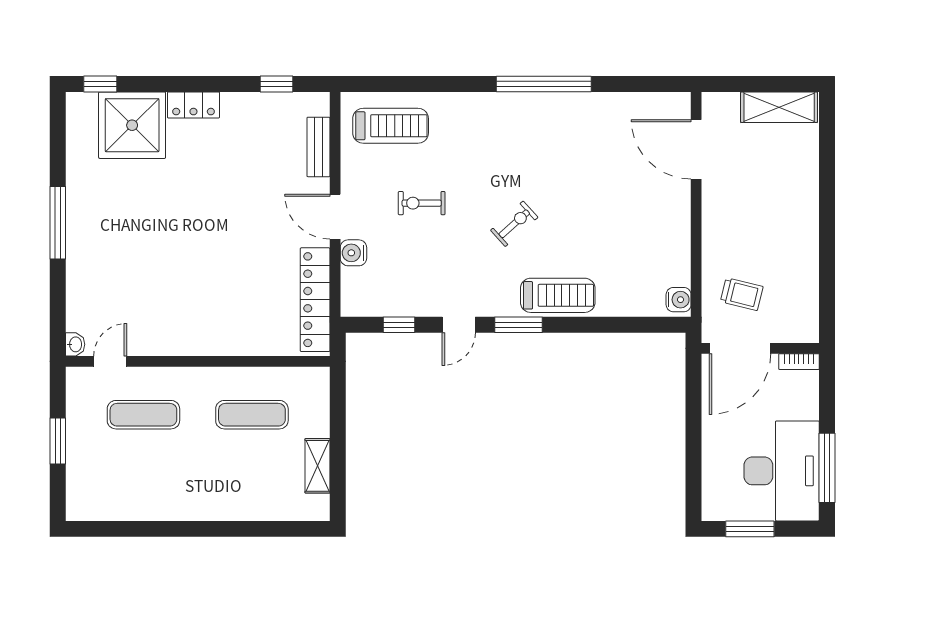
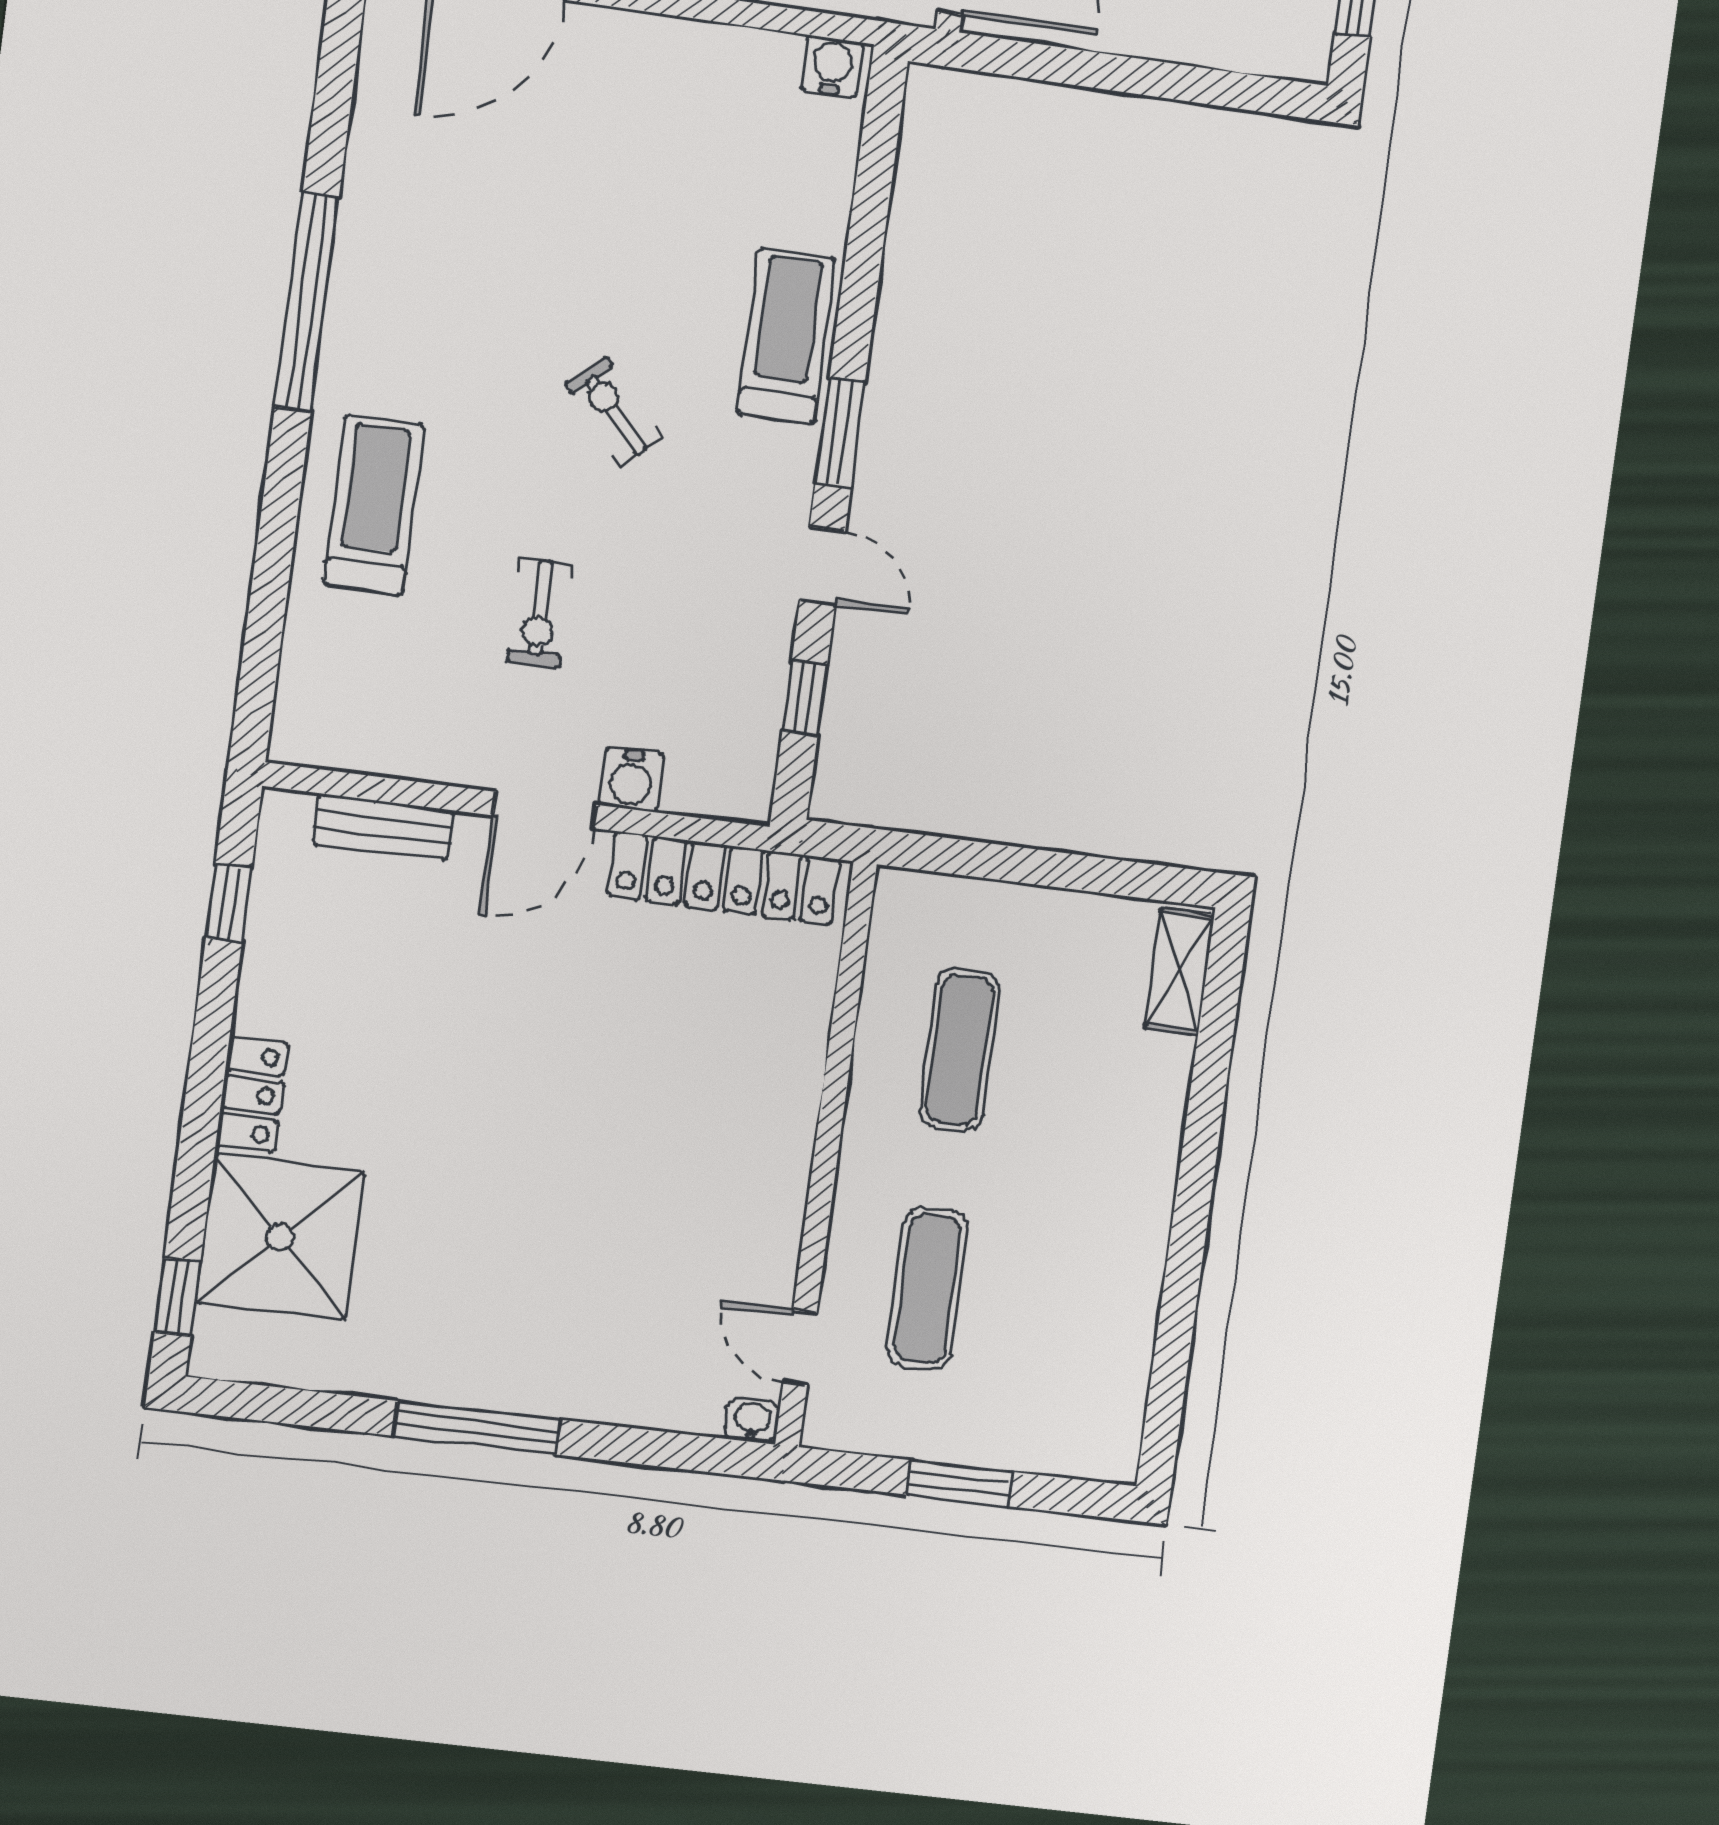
treadmill: (391, 126) -> (374, 505), moved
shelving: (317, 466) -> (1180, 972), moved, turned 90

